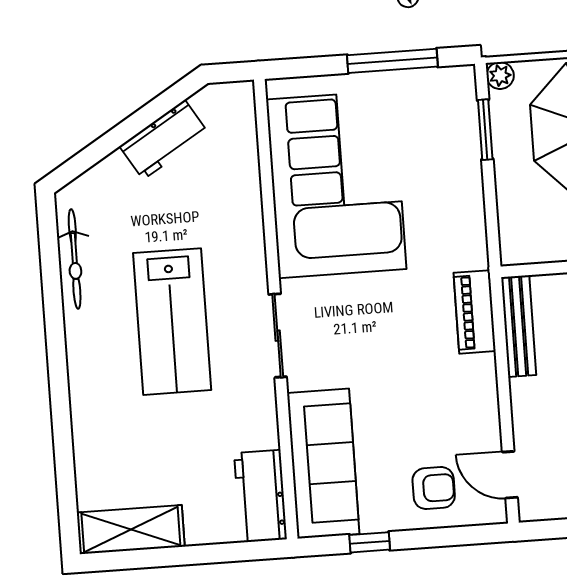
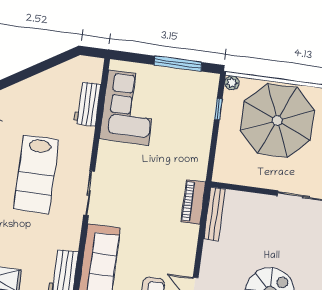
window: (485, 130) -> (218, 109), width x0.67
workbench: (164, 140) -> (87, 104), moved, turned 121
corner sofa: (336, 184) -> (128, 108), width x0.73, depth x0.74

